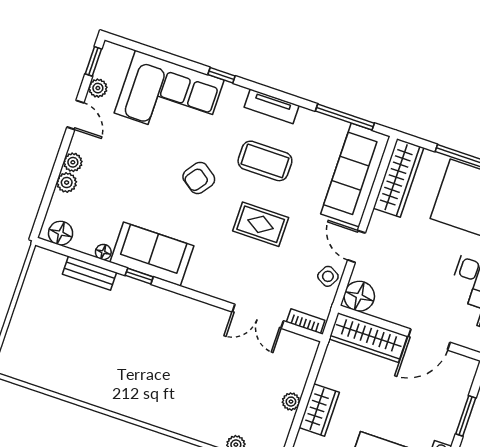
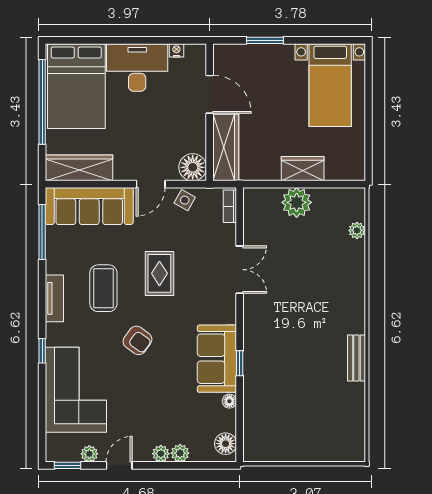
bench: (89, 273) -> (356, 358), moved
double door: (258, 316) -> (240, 270), moved
plant: (291, 402) -> (297, 202), width x1.88, depth x1.88

